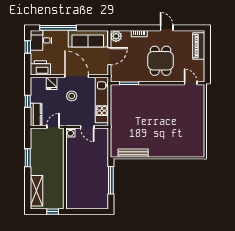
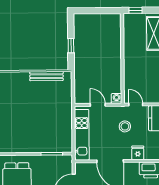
stool: (72, 96) -> (125, 126), moved
door: (53, 127) -> (136, 105), swing flipped
window: (111, 180) -> (71, 46), width x0.46

